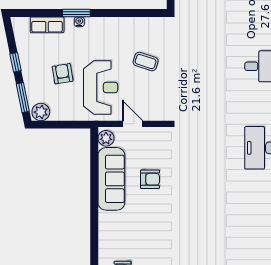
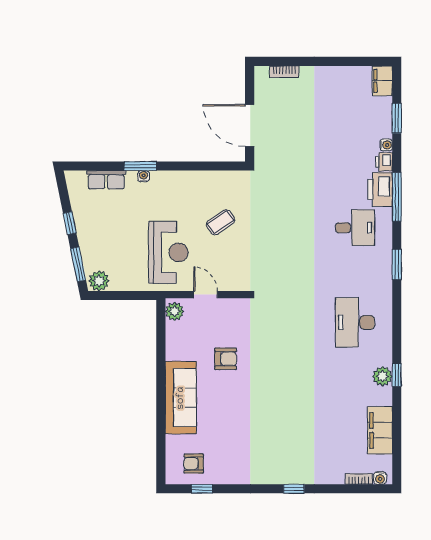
coffee table: (146, 62) -> (221, 222), turned -53
armchair: (63, 74) -> (124, 236), removed
sofa: (111, 179) -> (181, 398), moved

